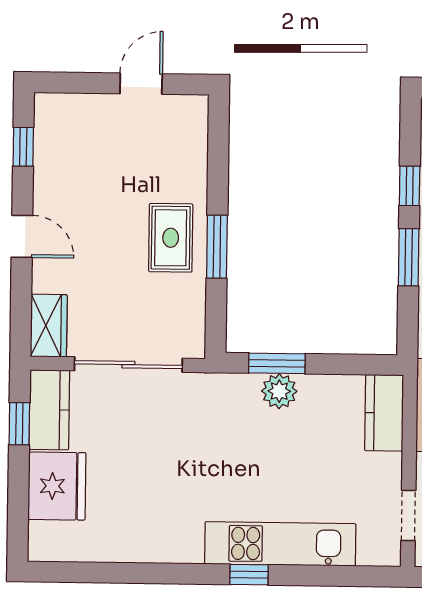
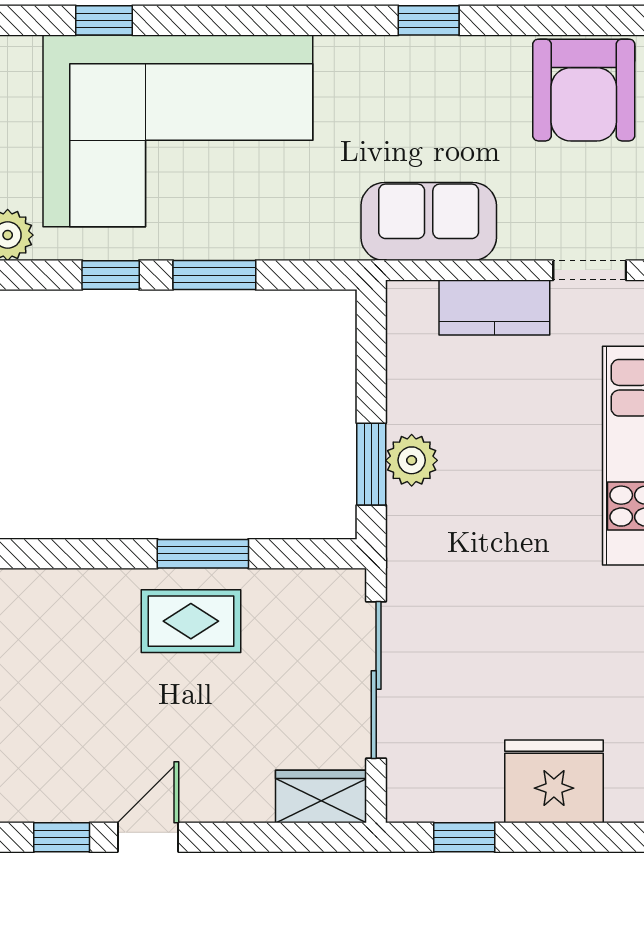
door: (22, 236) -> (148, 837), moved
kitchen counter: (49, 410) -> (443, 794), removed
kitchen counter: (384, 413) -> (494, 307), moved

